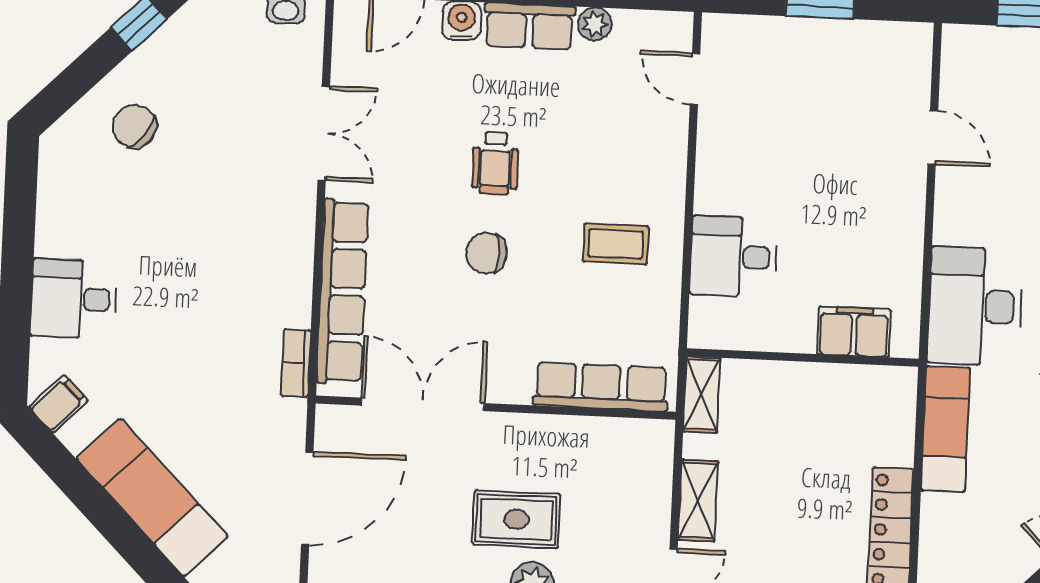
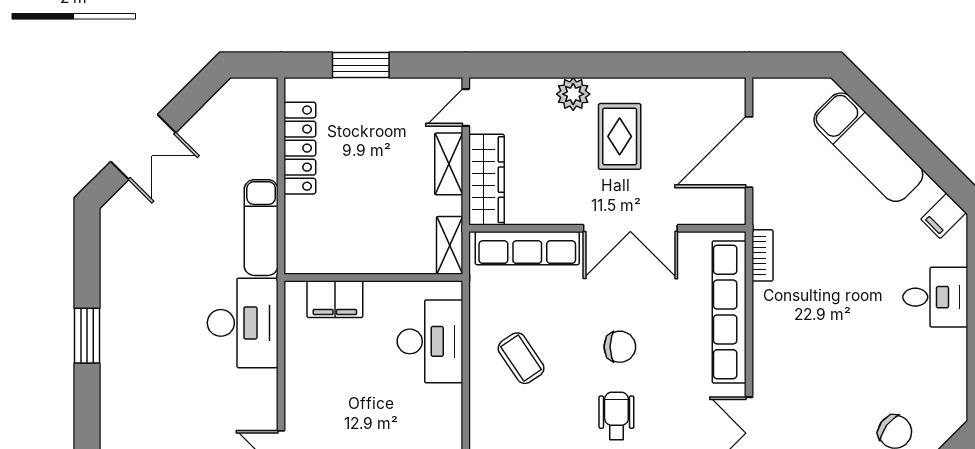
coffee table: (616, 244) -> (521, 358), turned 56
desk: (733, 256) -> (430, 341), width x1.37
double door: (423, 404) -> (630, 228), moved
wardrobe: (650, 478) -> (486, 180), added
rug: (516, 519) -> (620, 136), moved, turned 90

